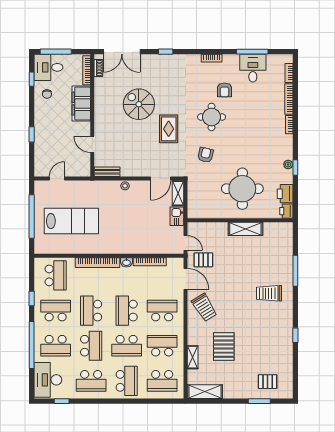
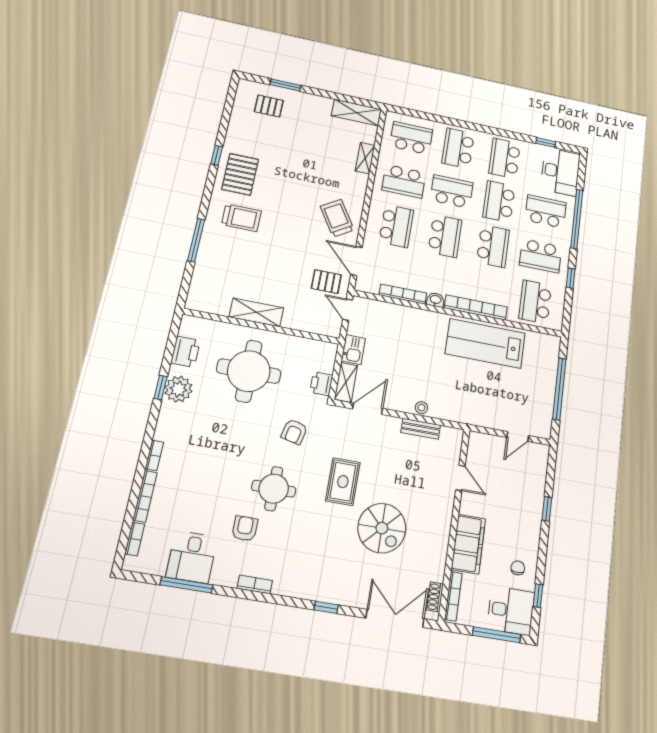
plant: (288, 164) -> (178, 389), width x1.88, depth x1.88
bench: (107, 172) -> (421, 429), moved
printer: (286, 211) -> (321, 384), moved, turned 180
lab bench: (71, 221) -> (485, 343), moved
school desk: (162, 311) -> (396, 226), turned -90
pallet: (224, 347) -> (240, 174), moved
school desk: (91, 381) -> (505, 158), turned -90

